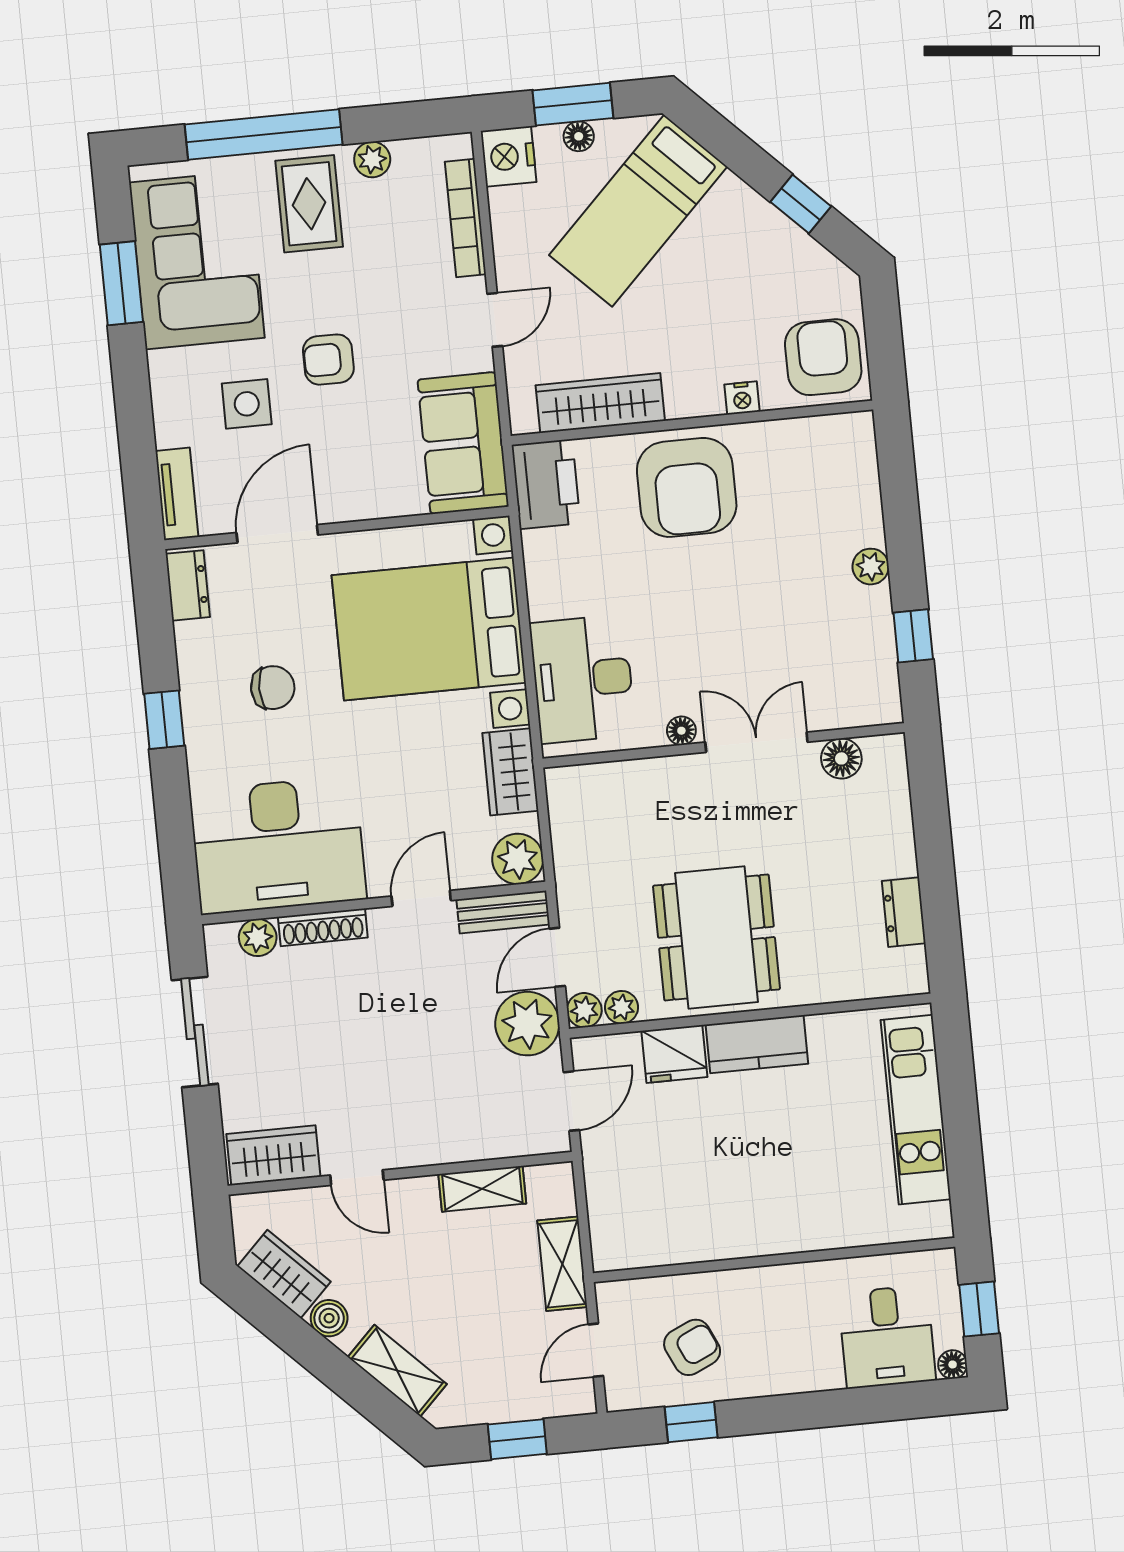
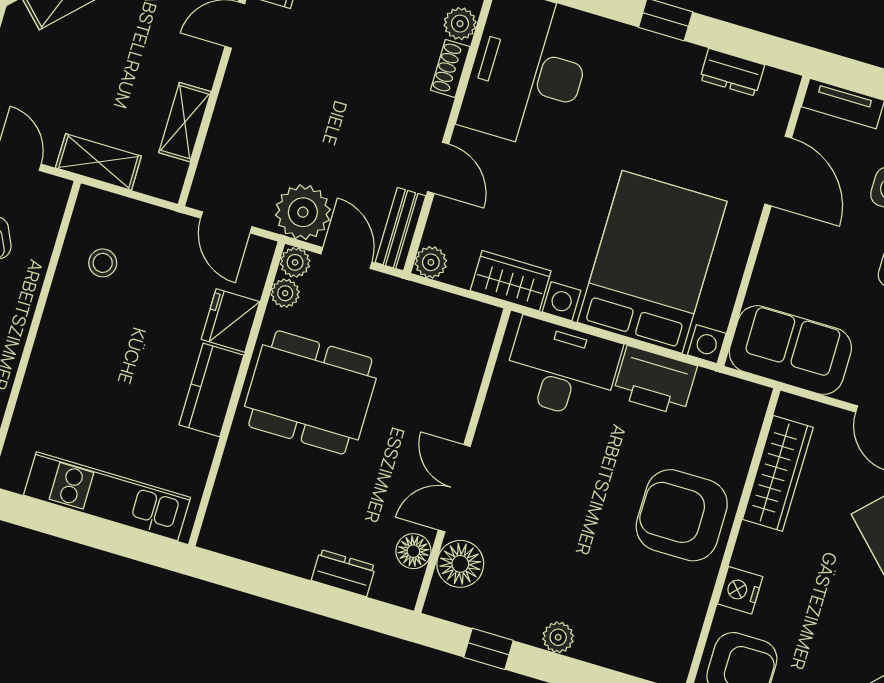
nightstand: (742, 398) -> (740, 590), width x1.39, depth x1.35
printer: (546, 484) -> (655, 381), moved
dresser: (188, 585) -> (732, 72), moved
chair: (273, 688) -> (656, 117), removed
floor lamp: (681, 731) -> (460, 564), moved, width x1.89, depth x1.89
double door: (756, 742) -> (454, 488), swing flipped
plant: (518, 859) -> (431, 262), width x0.73, depth x0.73
dresser: (904, 912) -> (343, 573), moved
shoe rack: (323, 927) -> (450, 68), width x0.70
stool: (668, 1215) -> (103, 263), added

